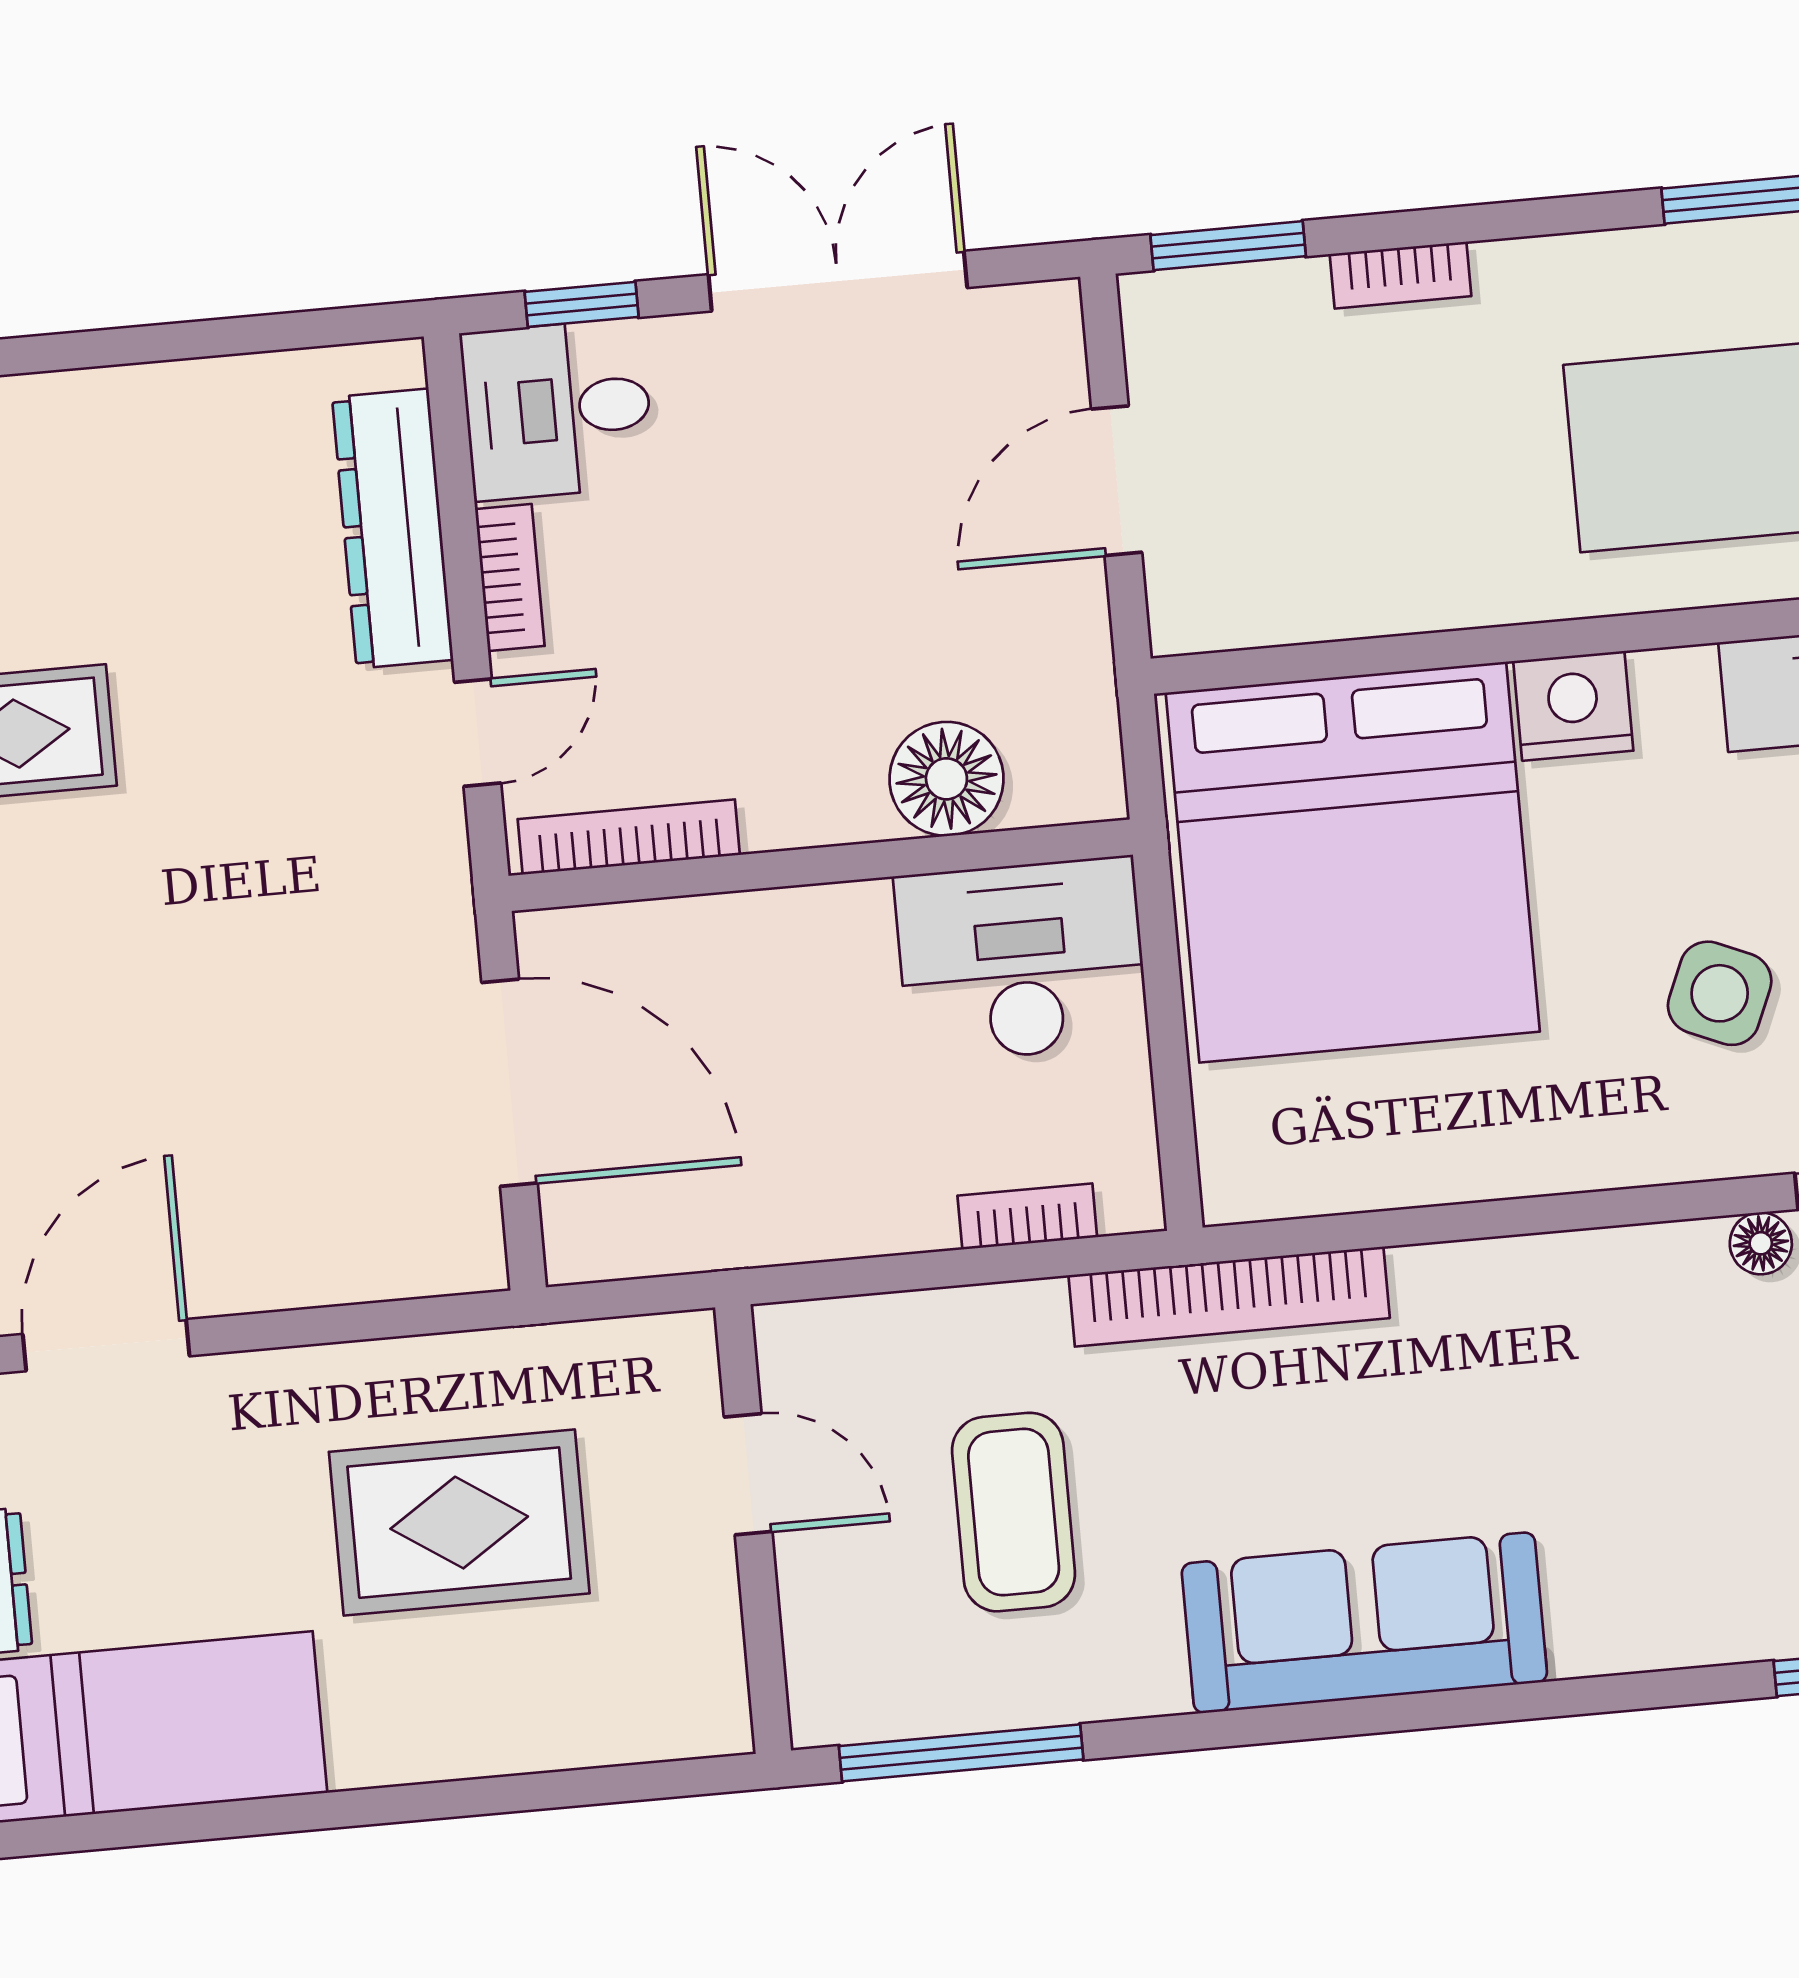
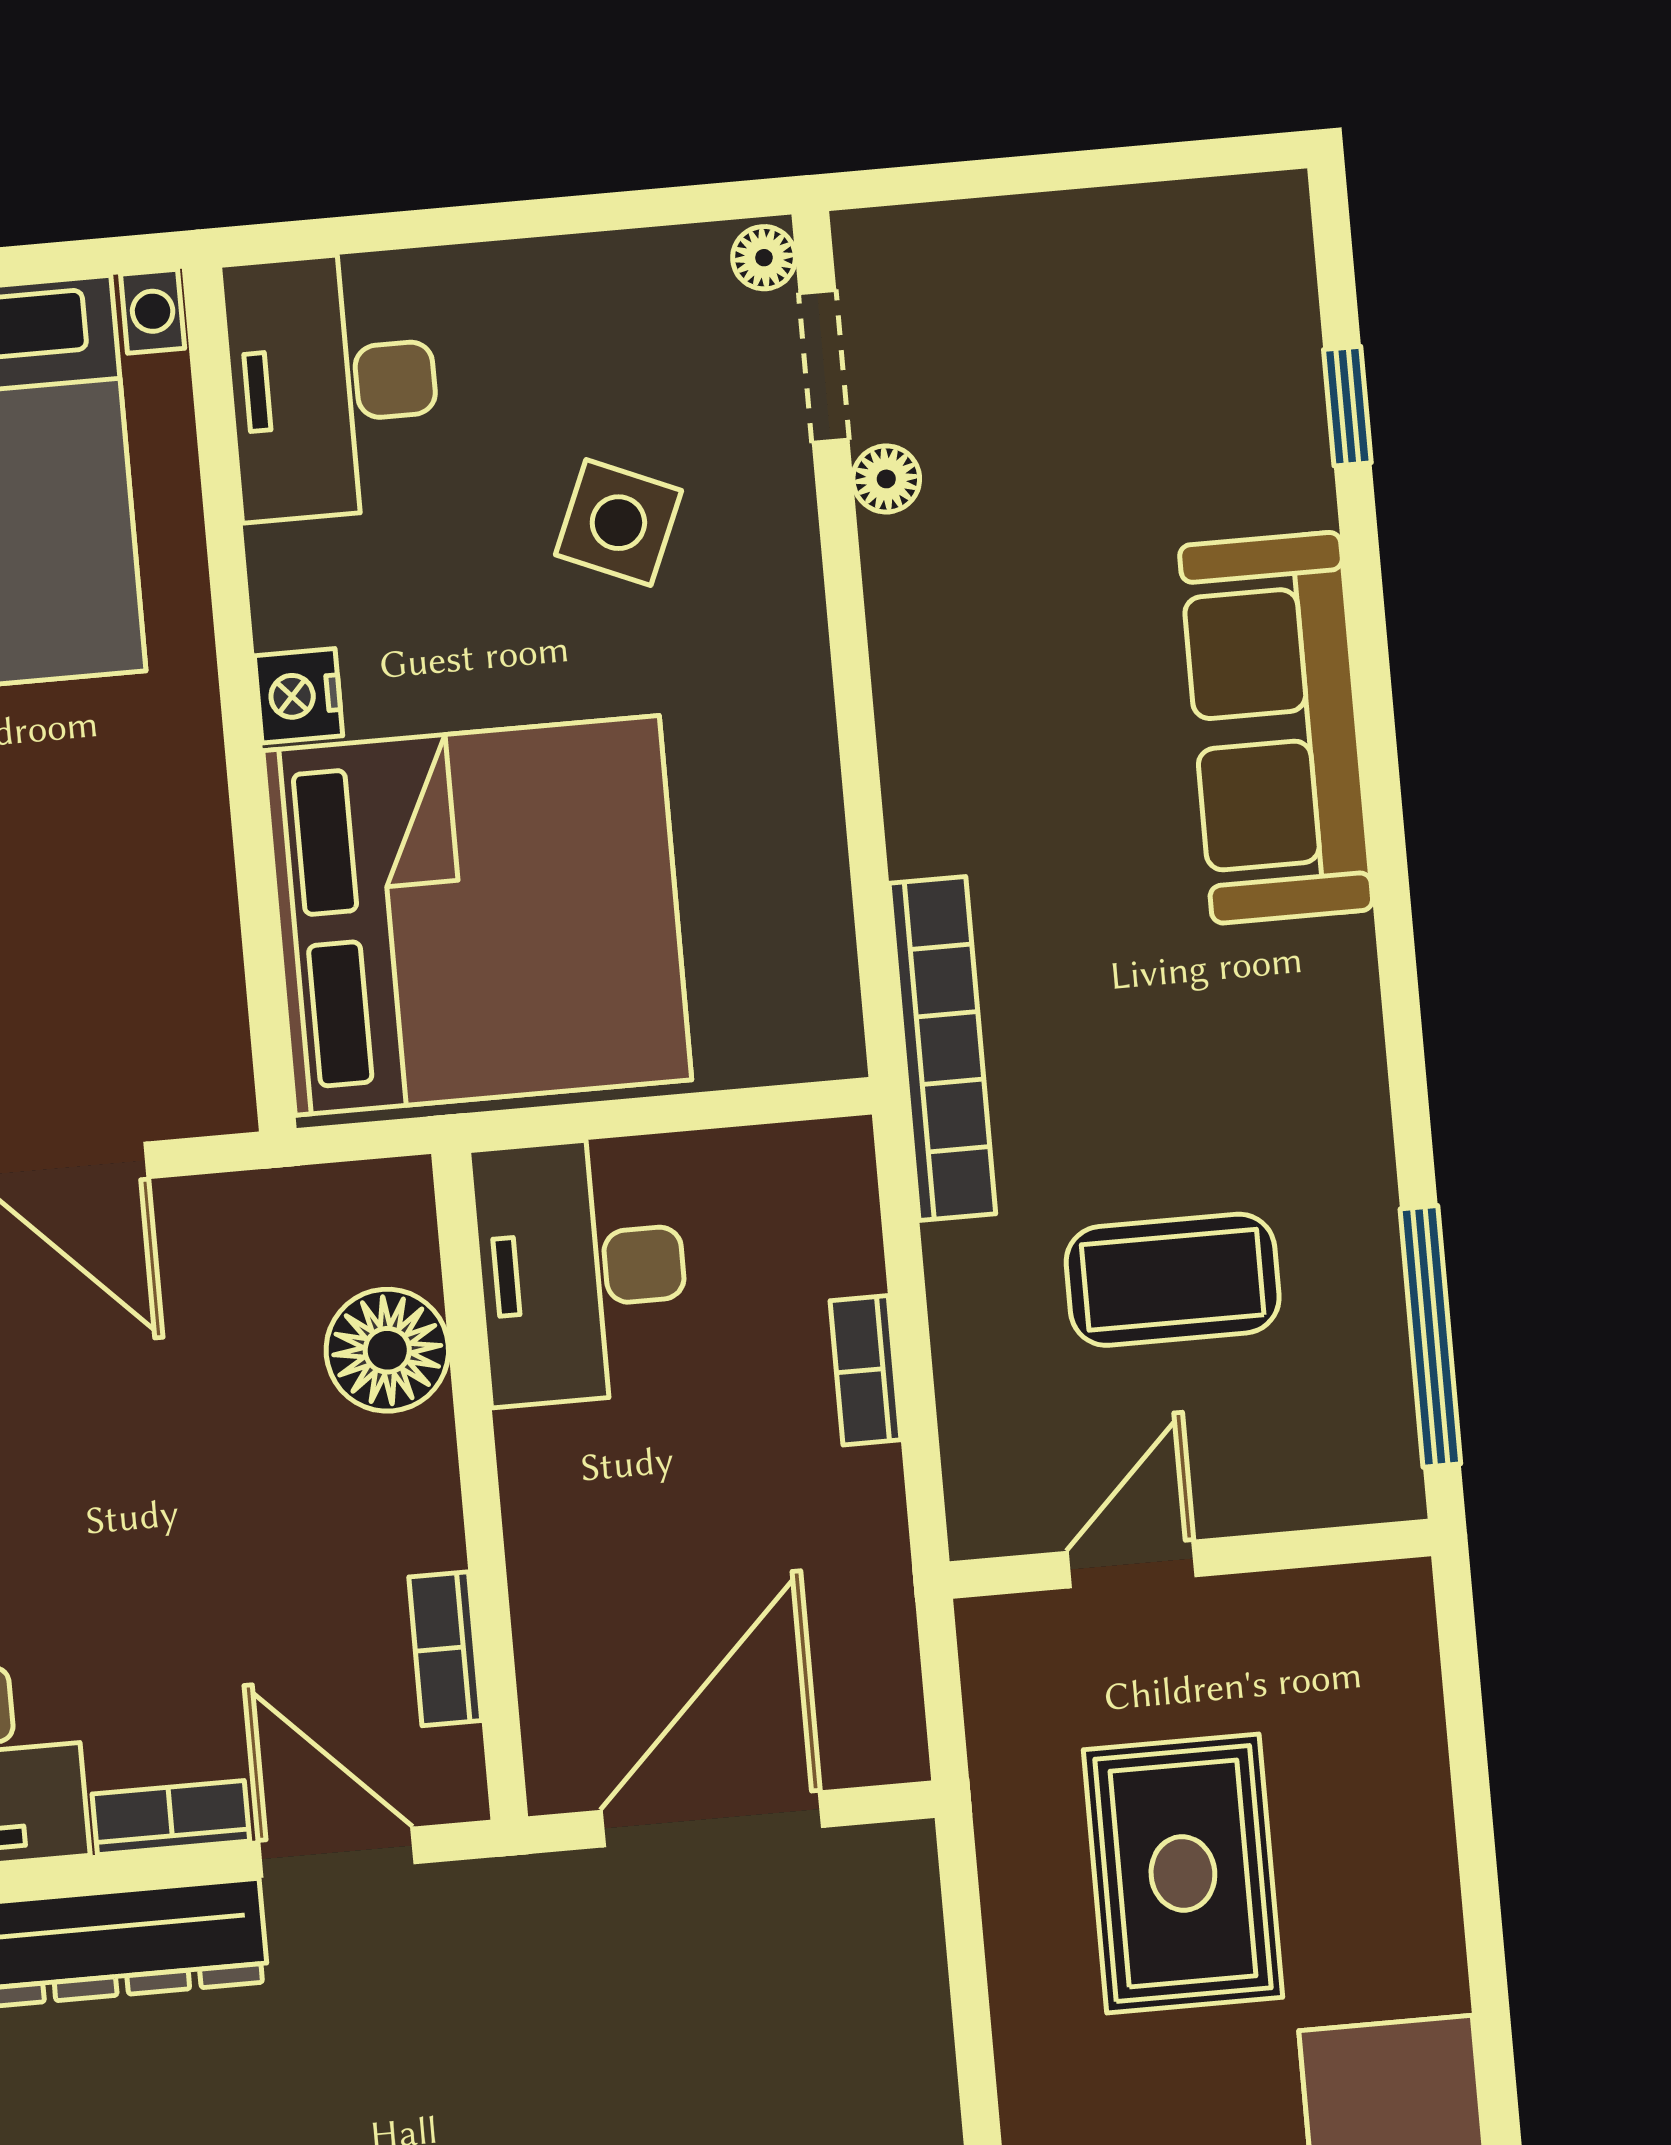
nightstand: (1573, 706) -> (299, 696), width x0.74, depth x0.75
door: (478, 733) -> (337, 1852), width x1.38
bookcase: (629, 837) -> (445, 1649), width x0.64
bookcase: (1027, 1216) -> (866, 1370), moved
sofa: (1364, 1623) -> (1276, 728), moved

